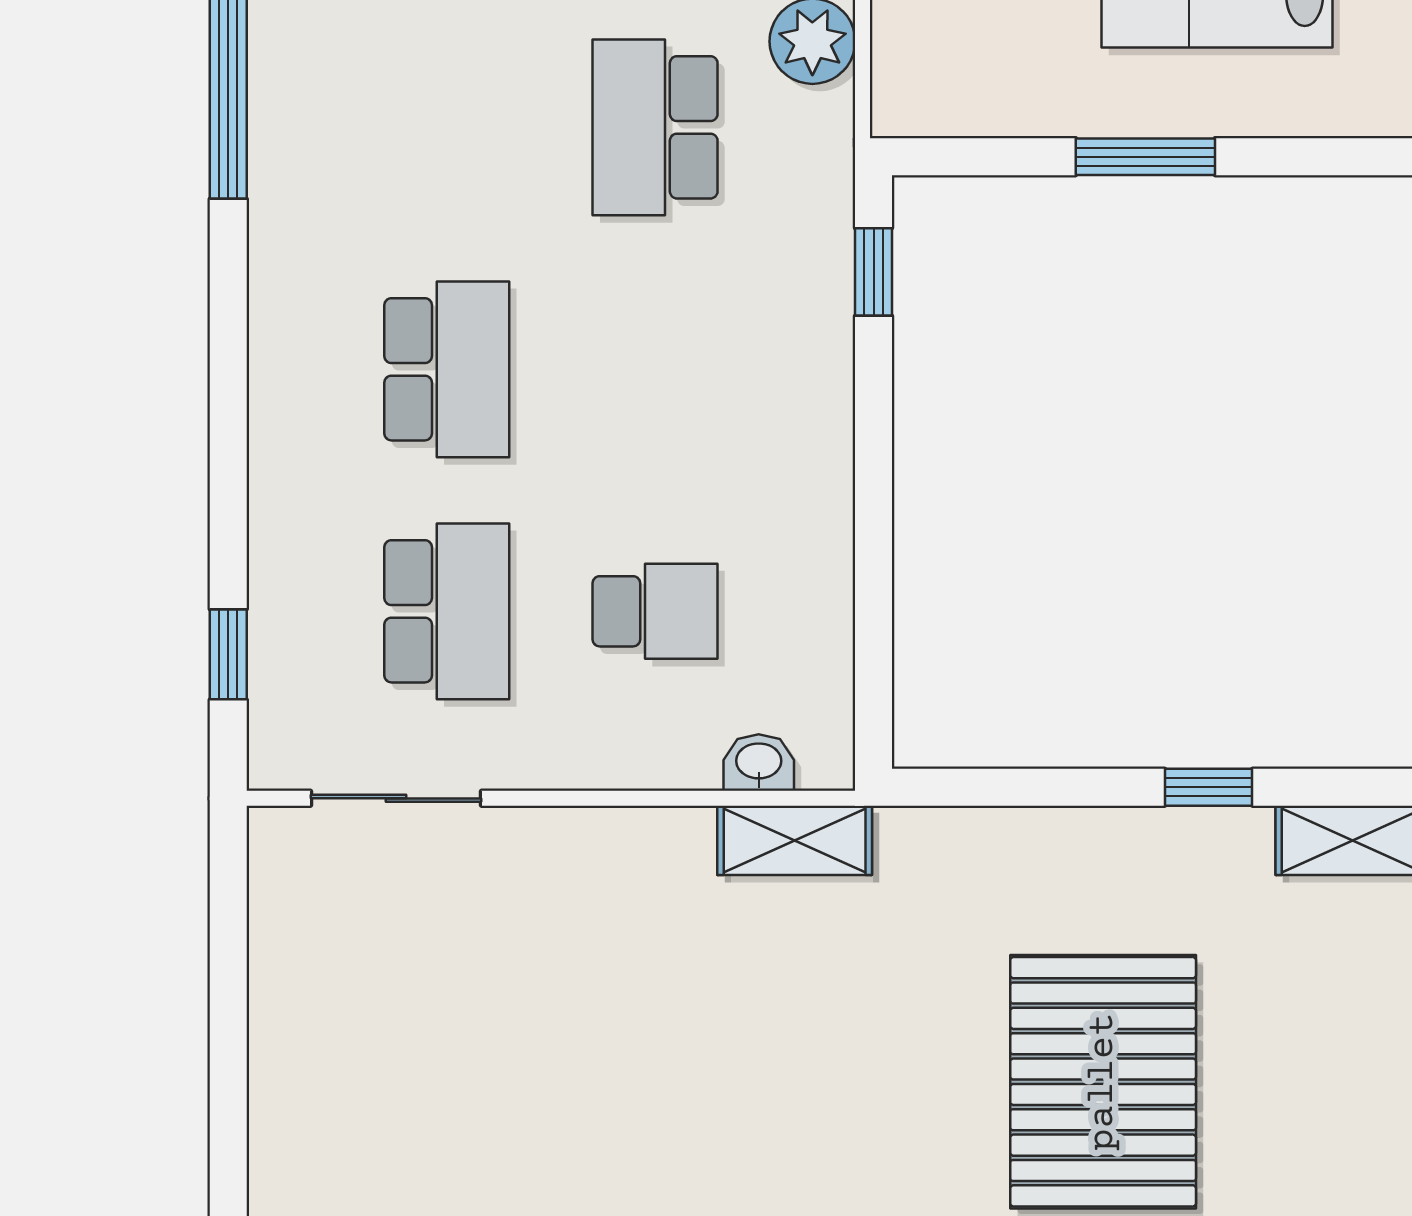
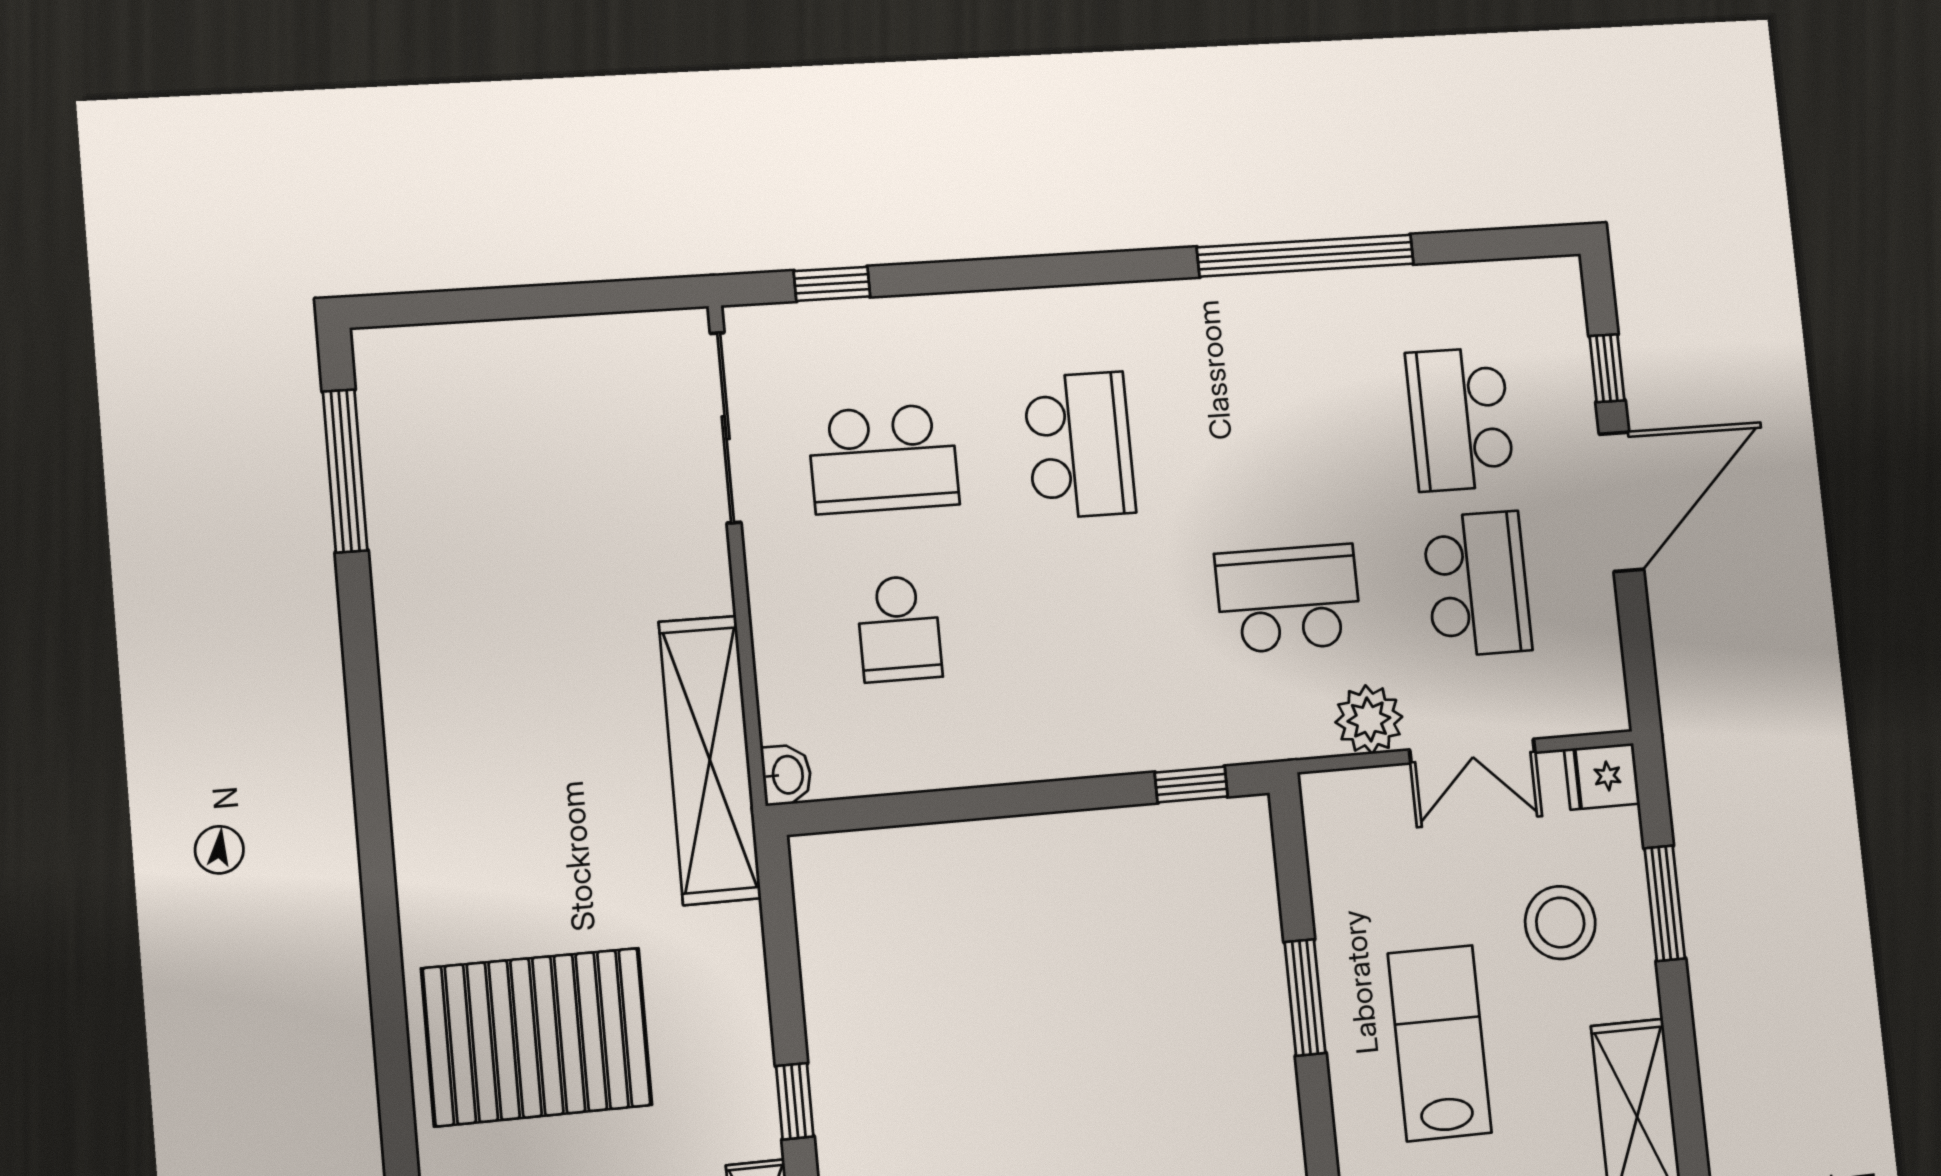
school desk: (447, 369) -> (1080, 445), turned -90
washbasin: (759, 763) -> (786, 775), moved
sliding door: (396, 798) -> (726, 428), width x1.37
shelving: (795, 840) -> (710, 760), width x2.20, depth x1.33

